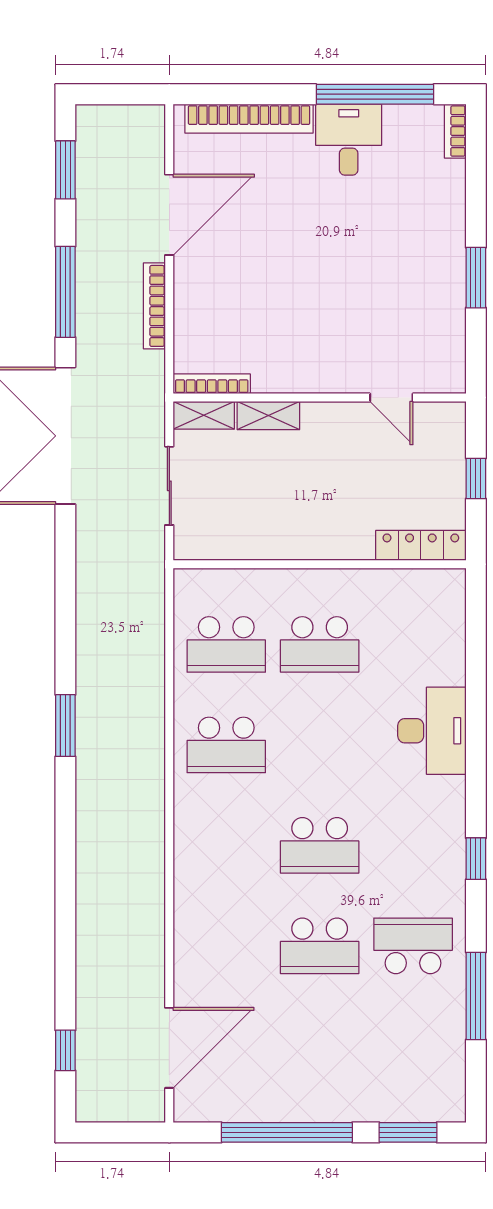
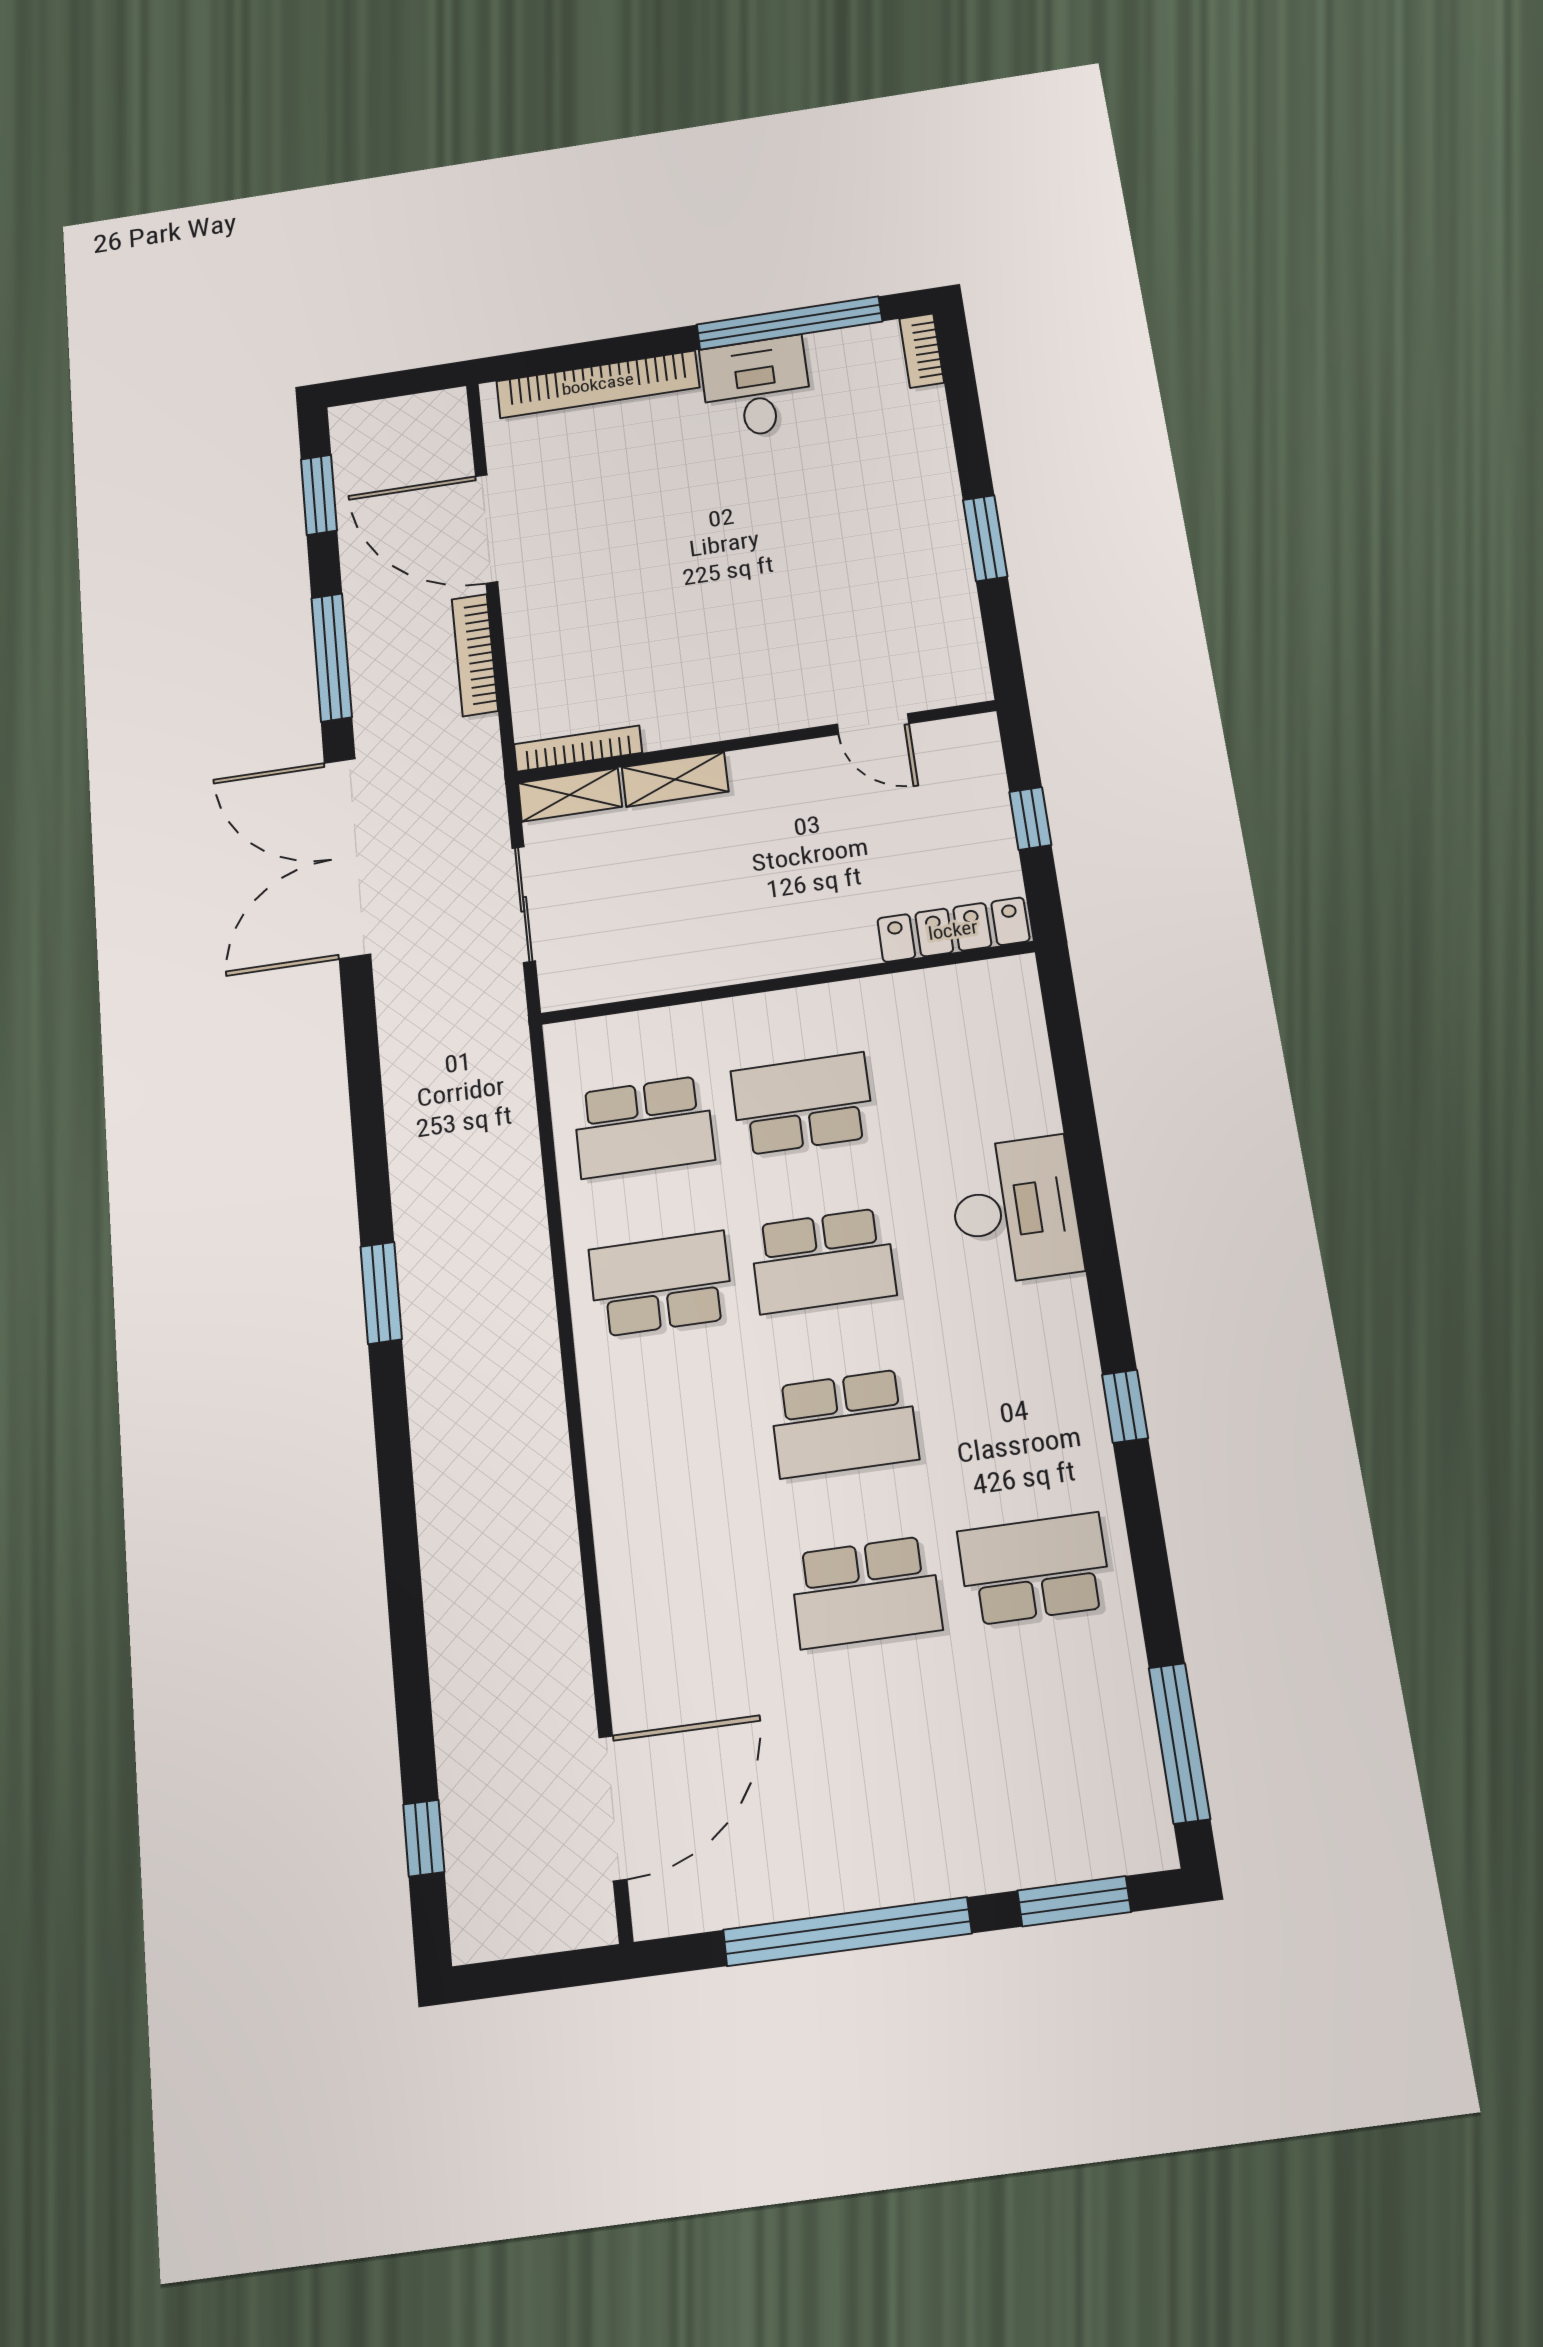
door: (169, 215) -> (487, 529), swing flipped
school desk: (320, 644) -> (803, 1104), turned 180
school desk: (226, 745) -> (661, 1284), turned 180
school desk: (320, 745) -> (823, 1261), added
window: (476, 996) -> (1179, 1743), moved

